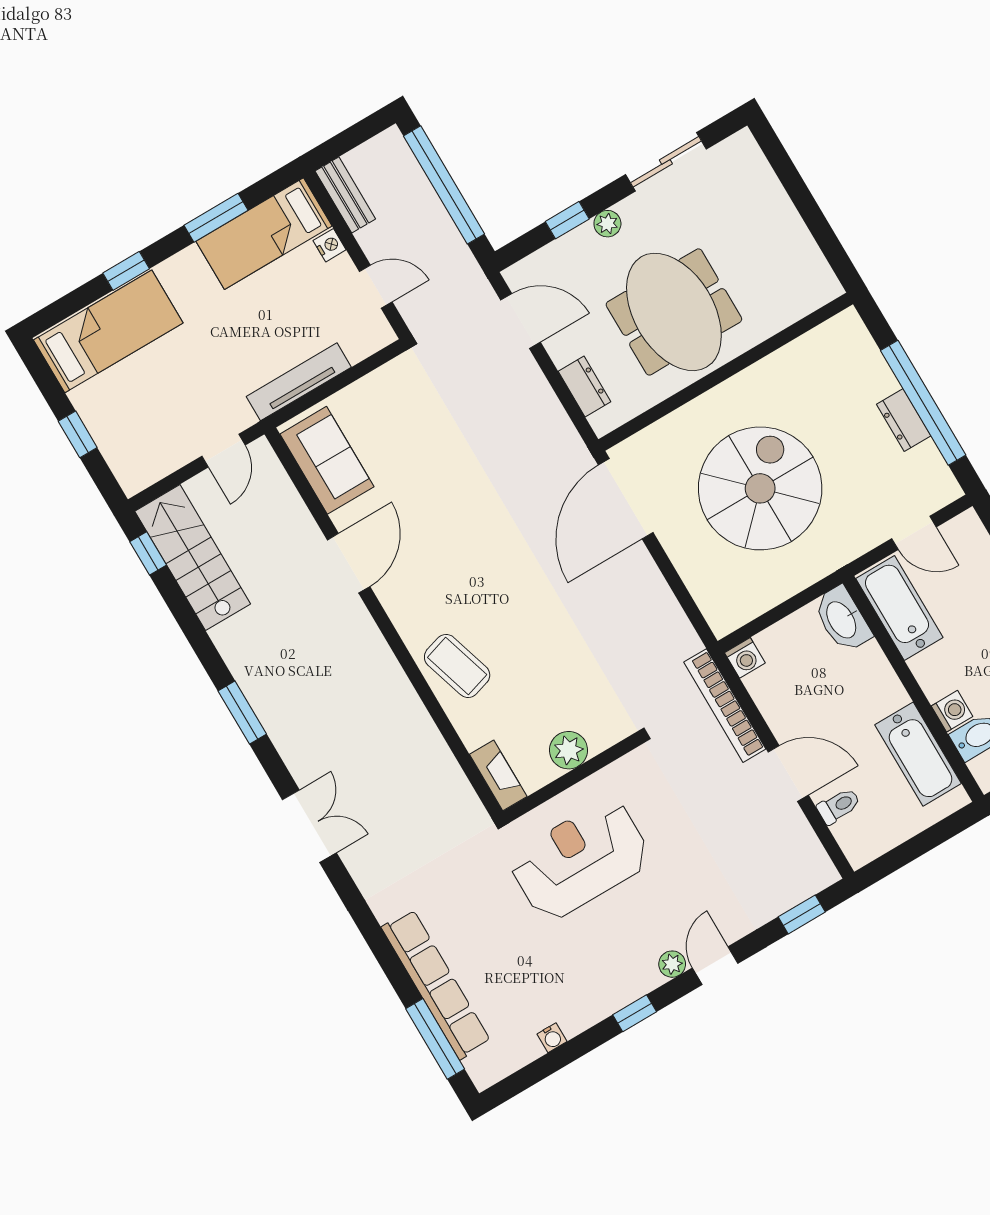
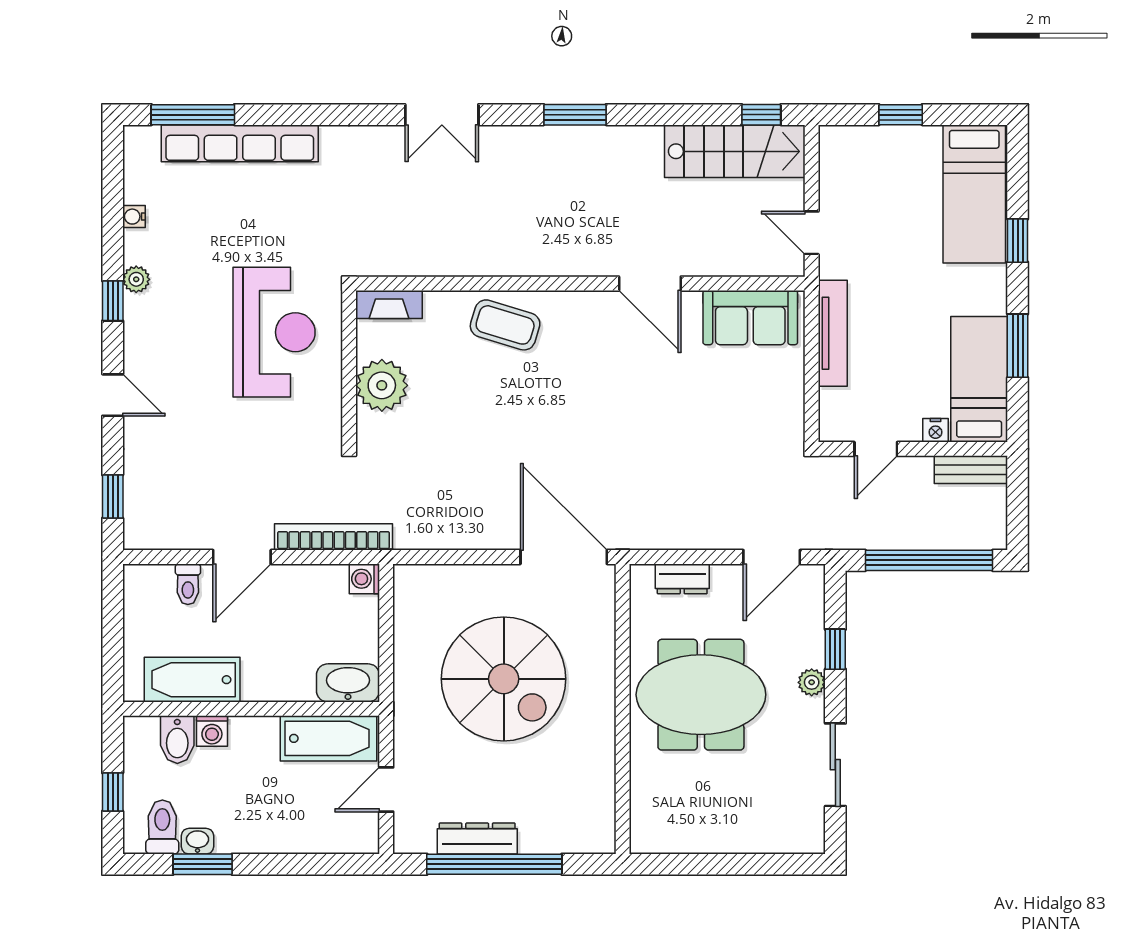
dresser: (904, 420) -> (477, 839), width x1.44
coffee table: (457, 666) -> (505, 325), turned 34
plant: (569, 750) -> (382, 385), width x1.36, depth x1.36
plant: (672, 964) -> (136, 279), moved

